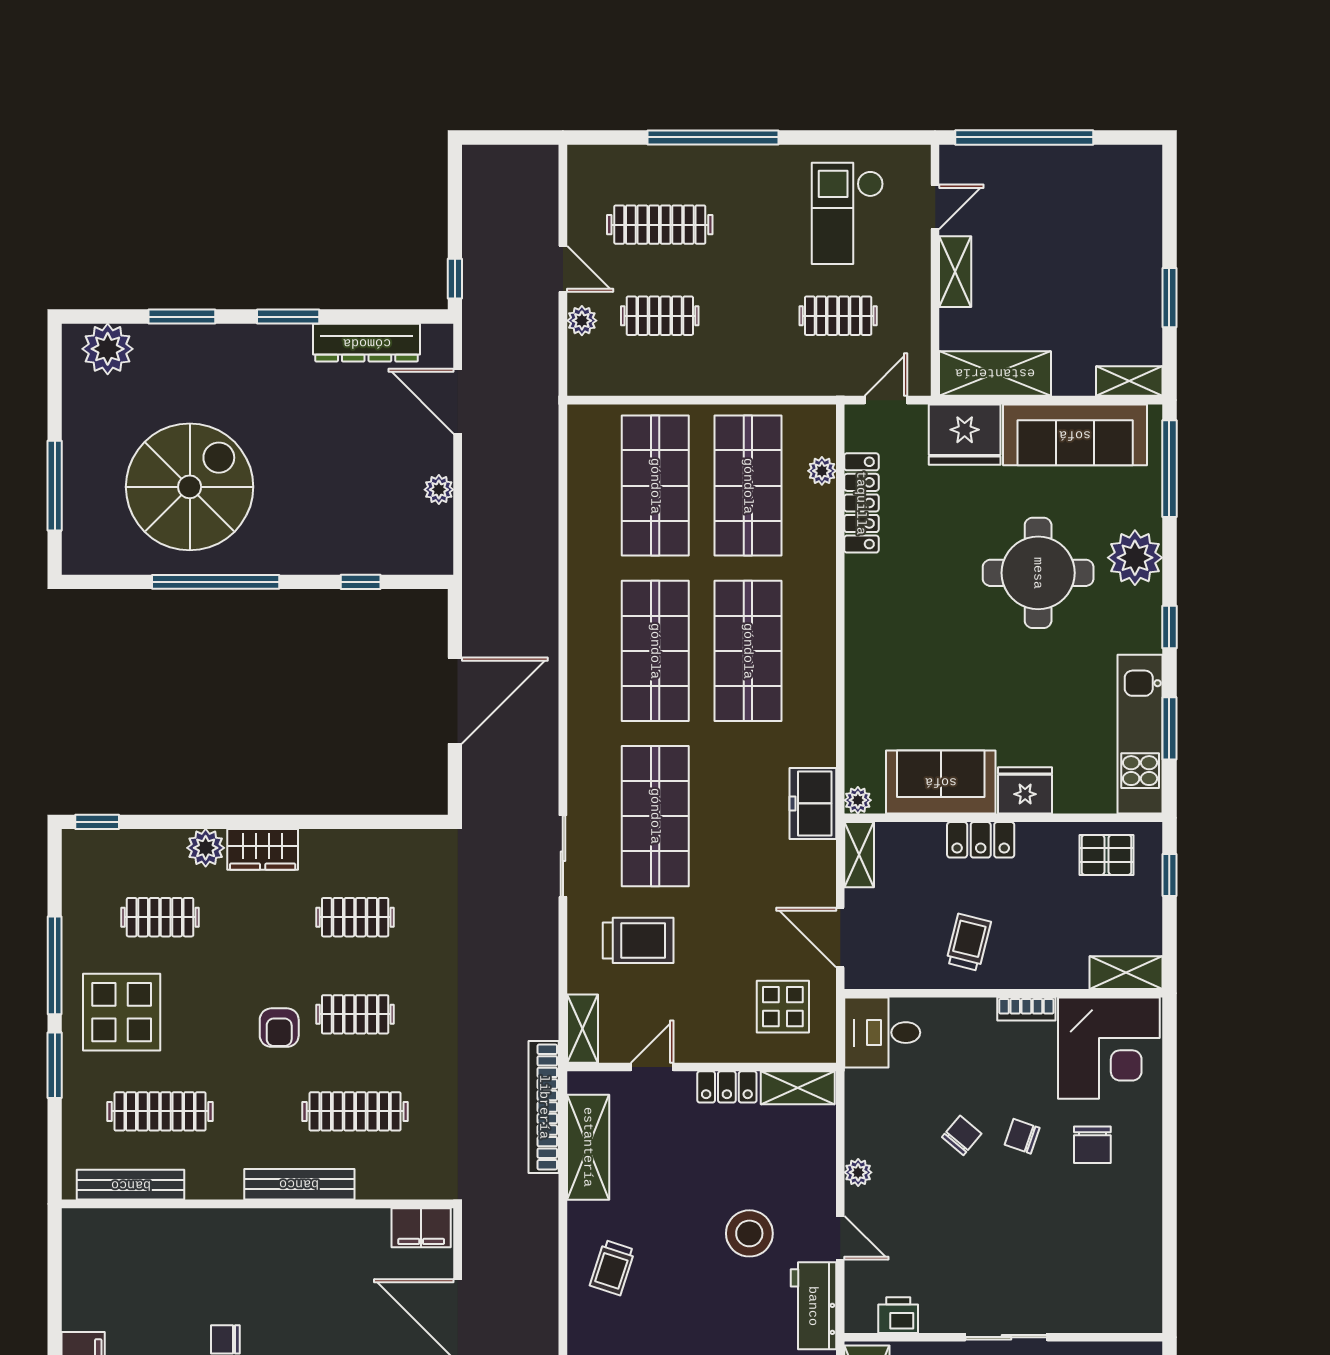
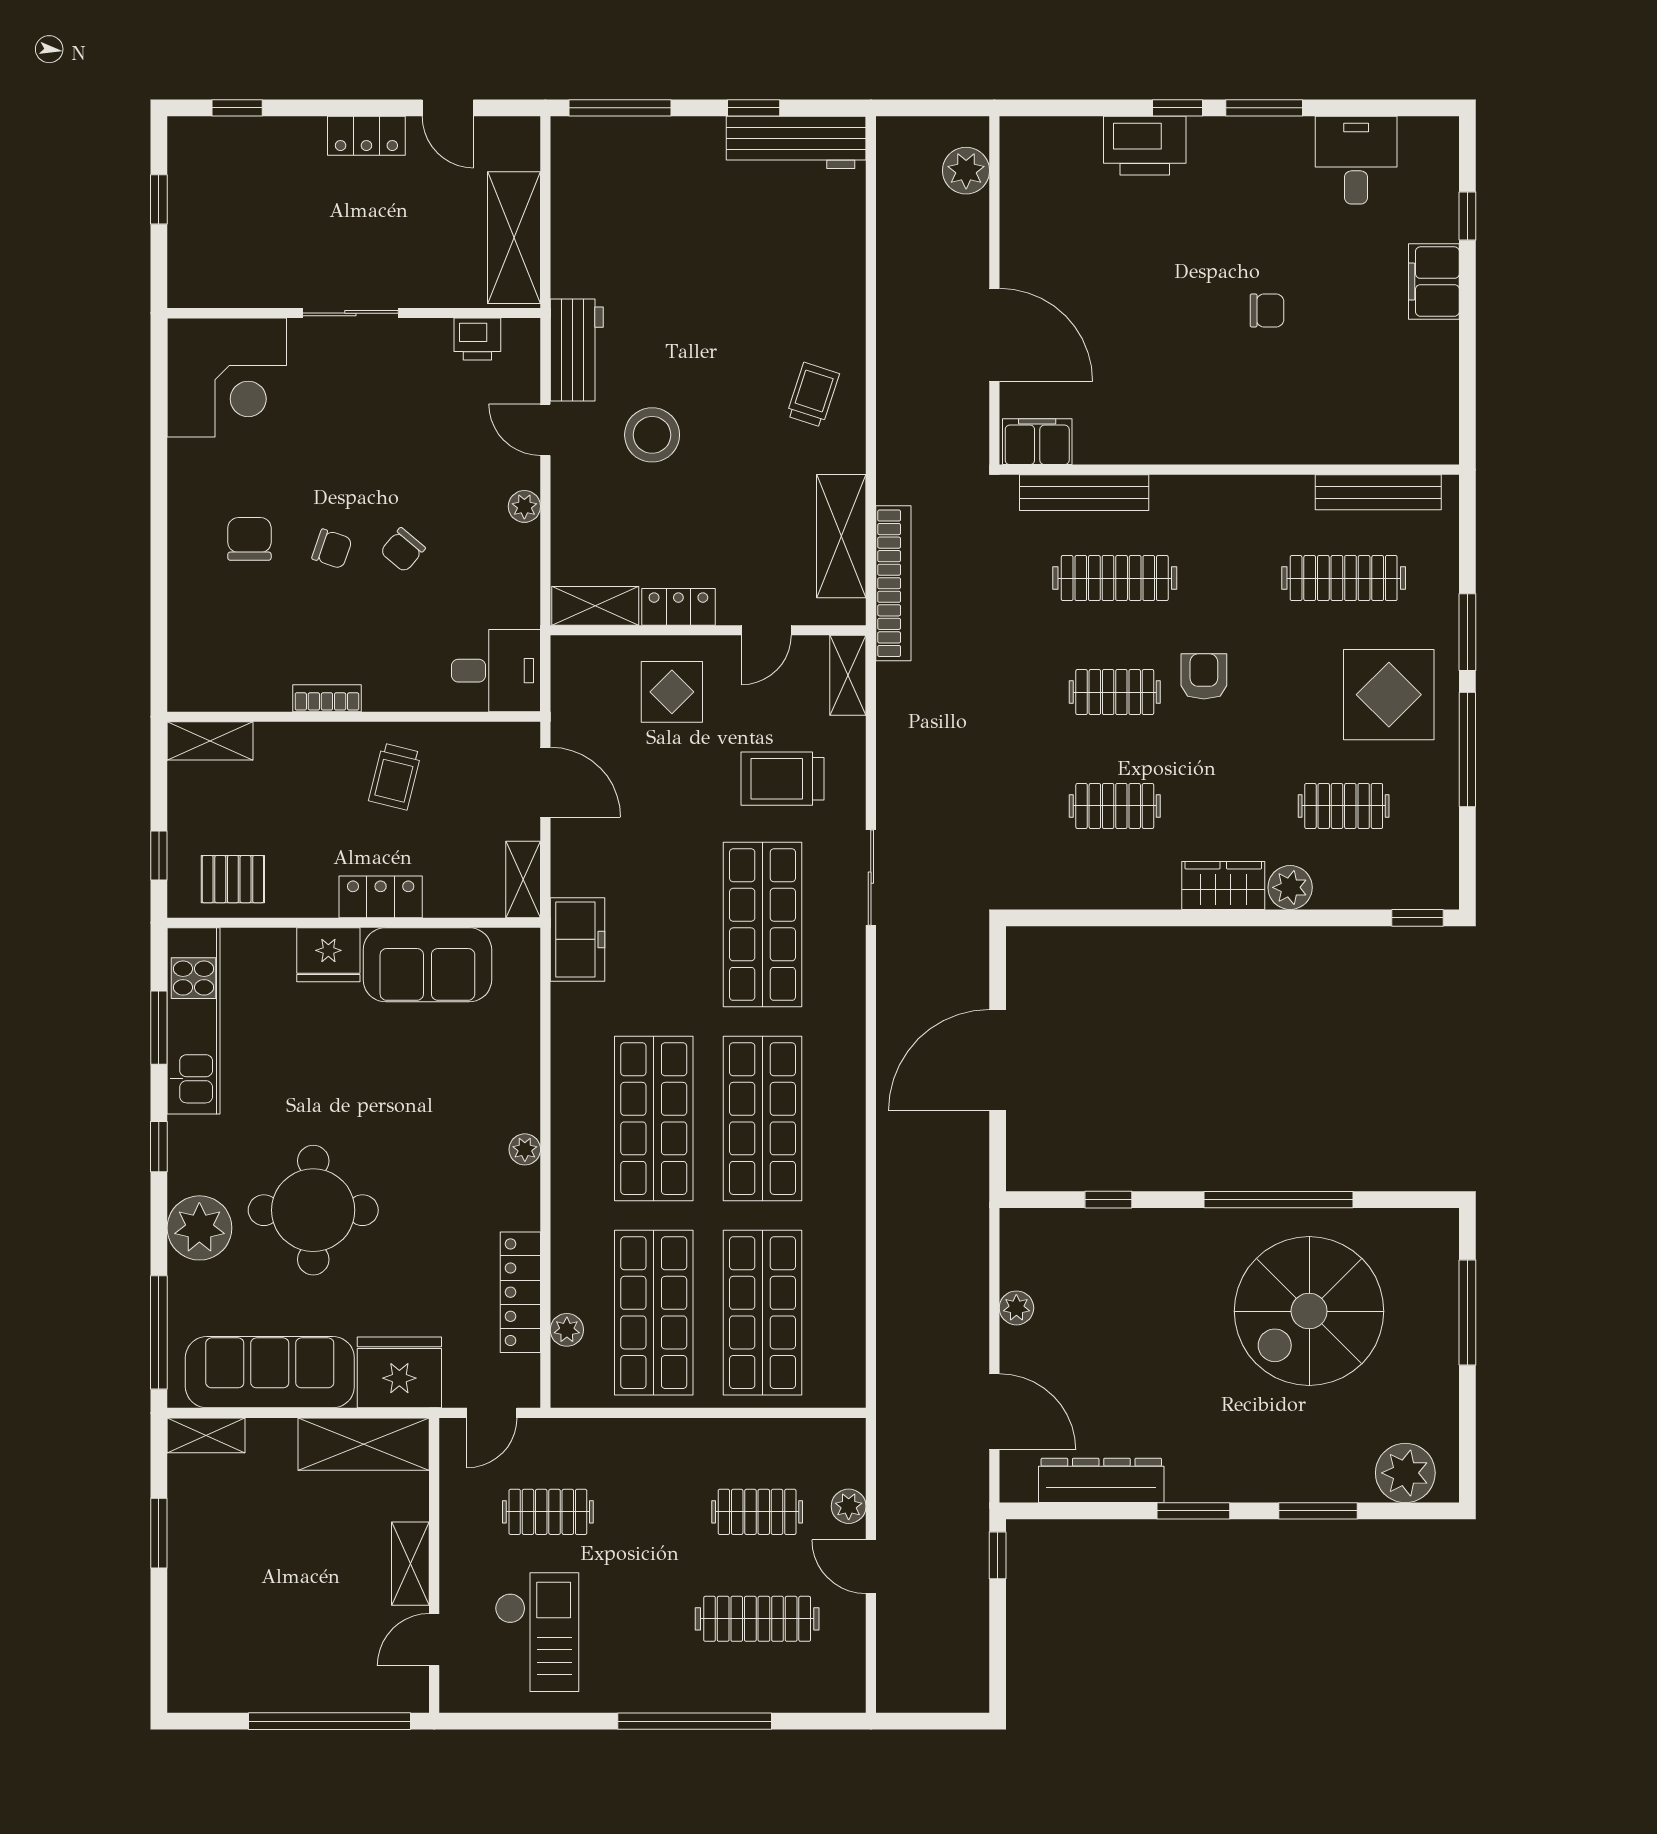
plant: (858, 800) -> (525, 1149), moved
display table: (783, 1007) -> (672, 692), moved
corner desk: (1109, 1048) -> (227, 378), moved, turned 180
bench: (299, 1184) -> (1084, 493), moved

